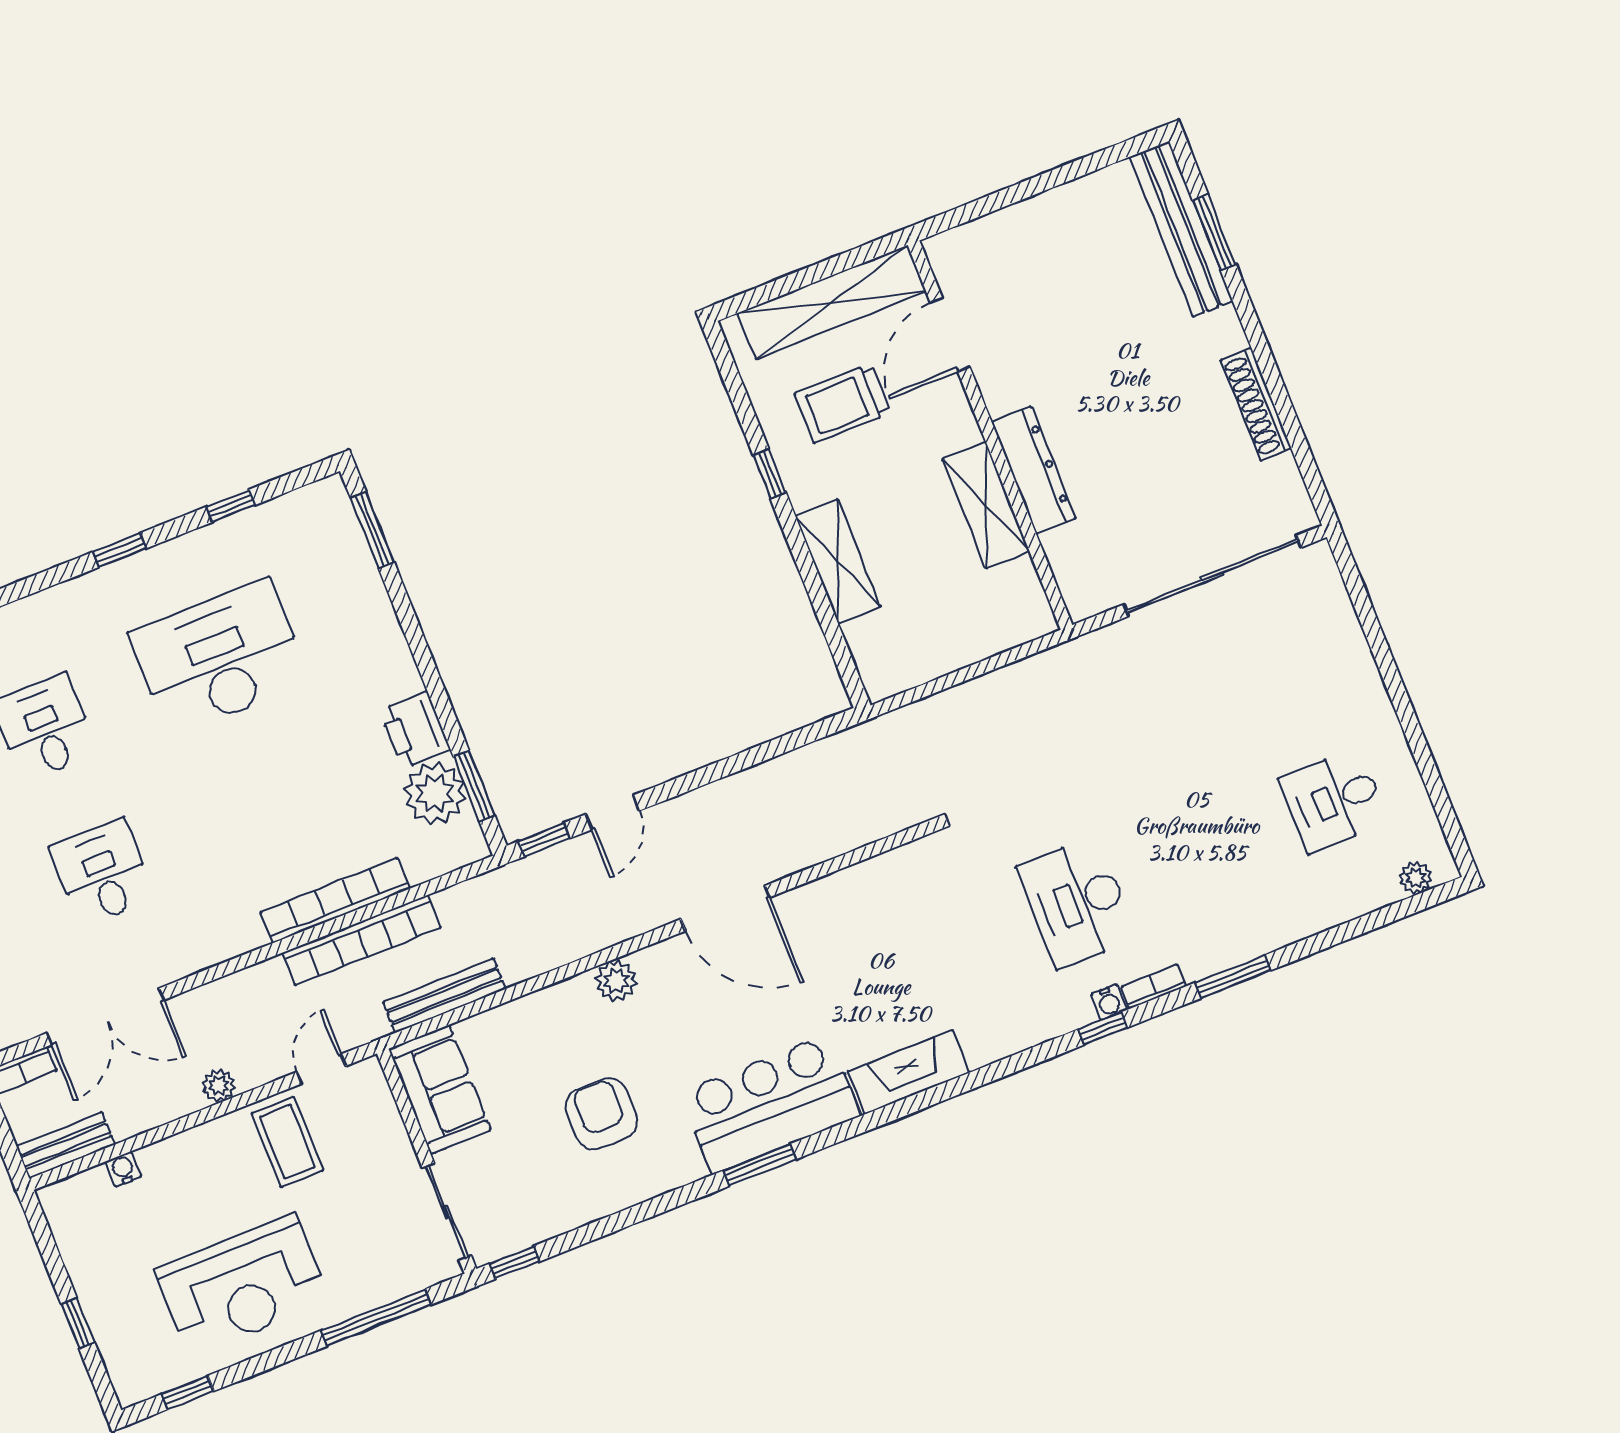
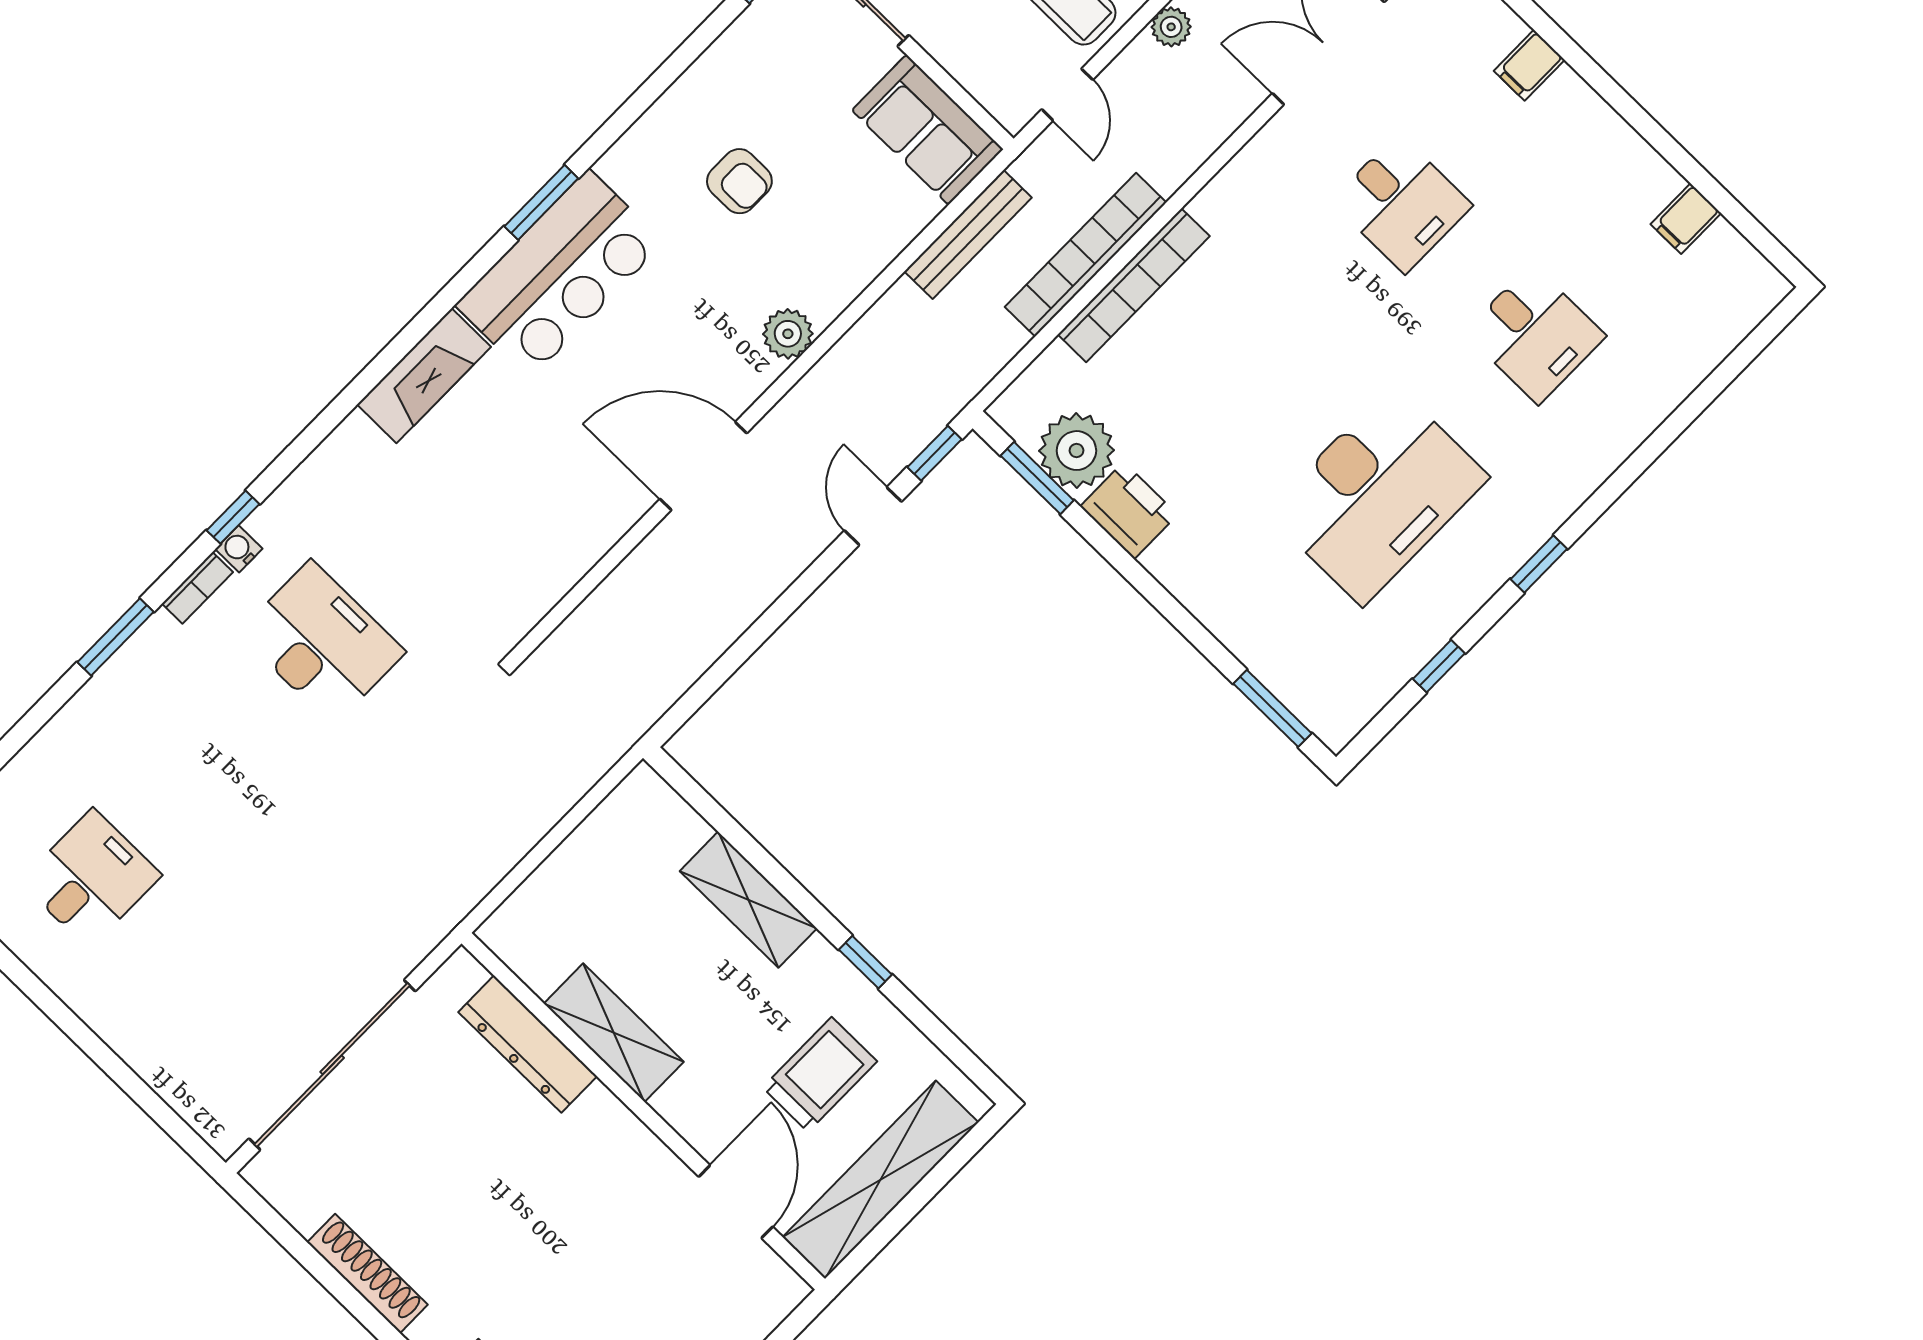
dresser: (1034, 470) -> (528, 1044), moved
armchair: (601, 1114) -> (739, 181), width x0.72, depth x0.72

